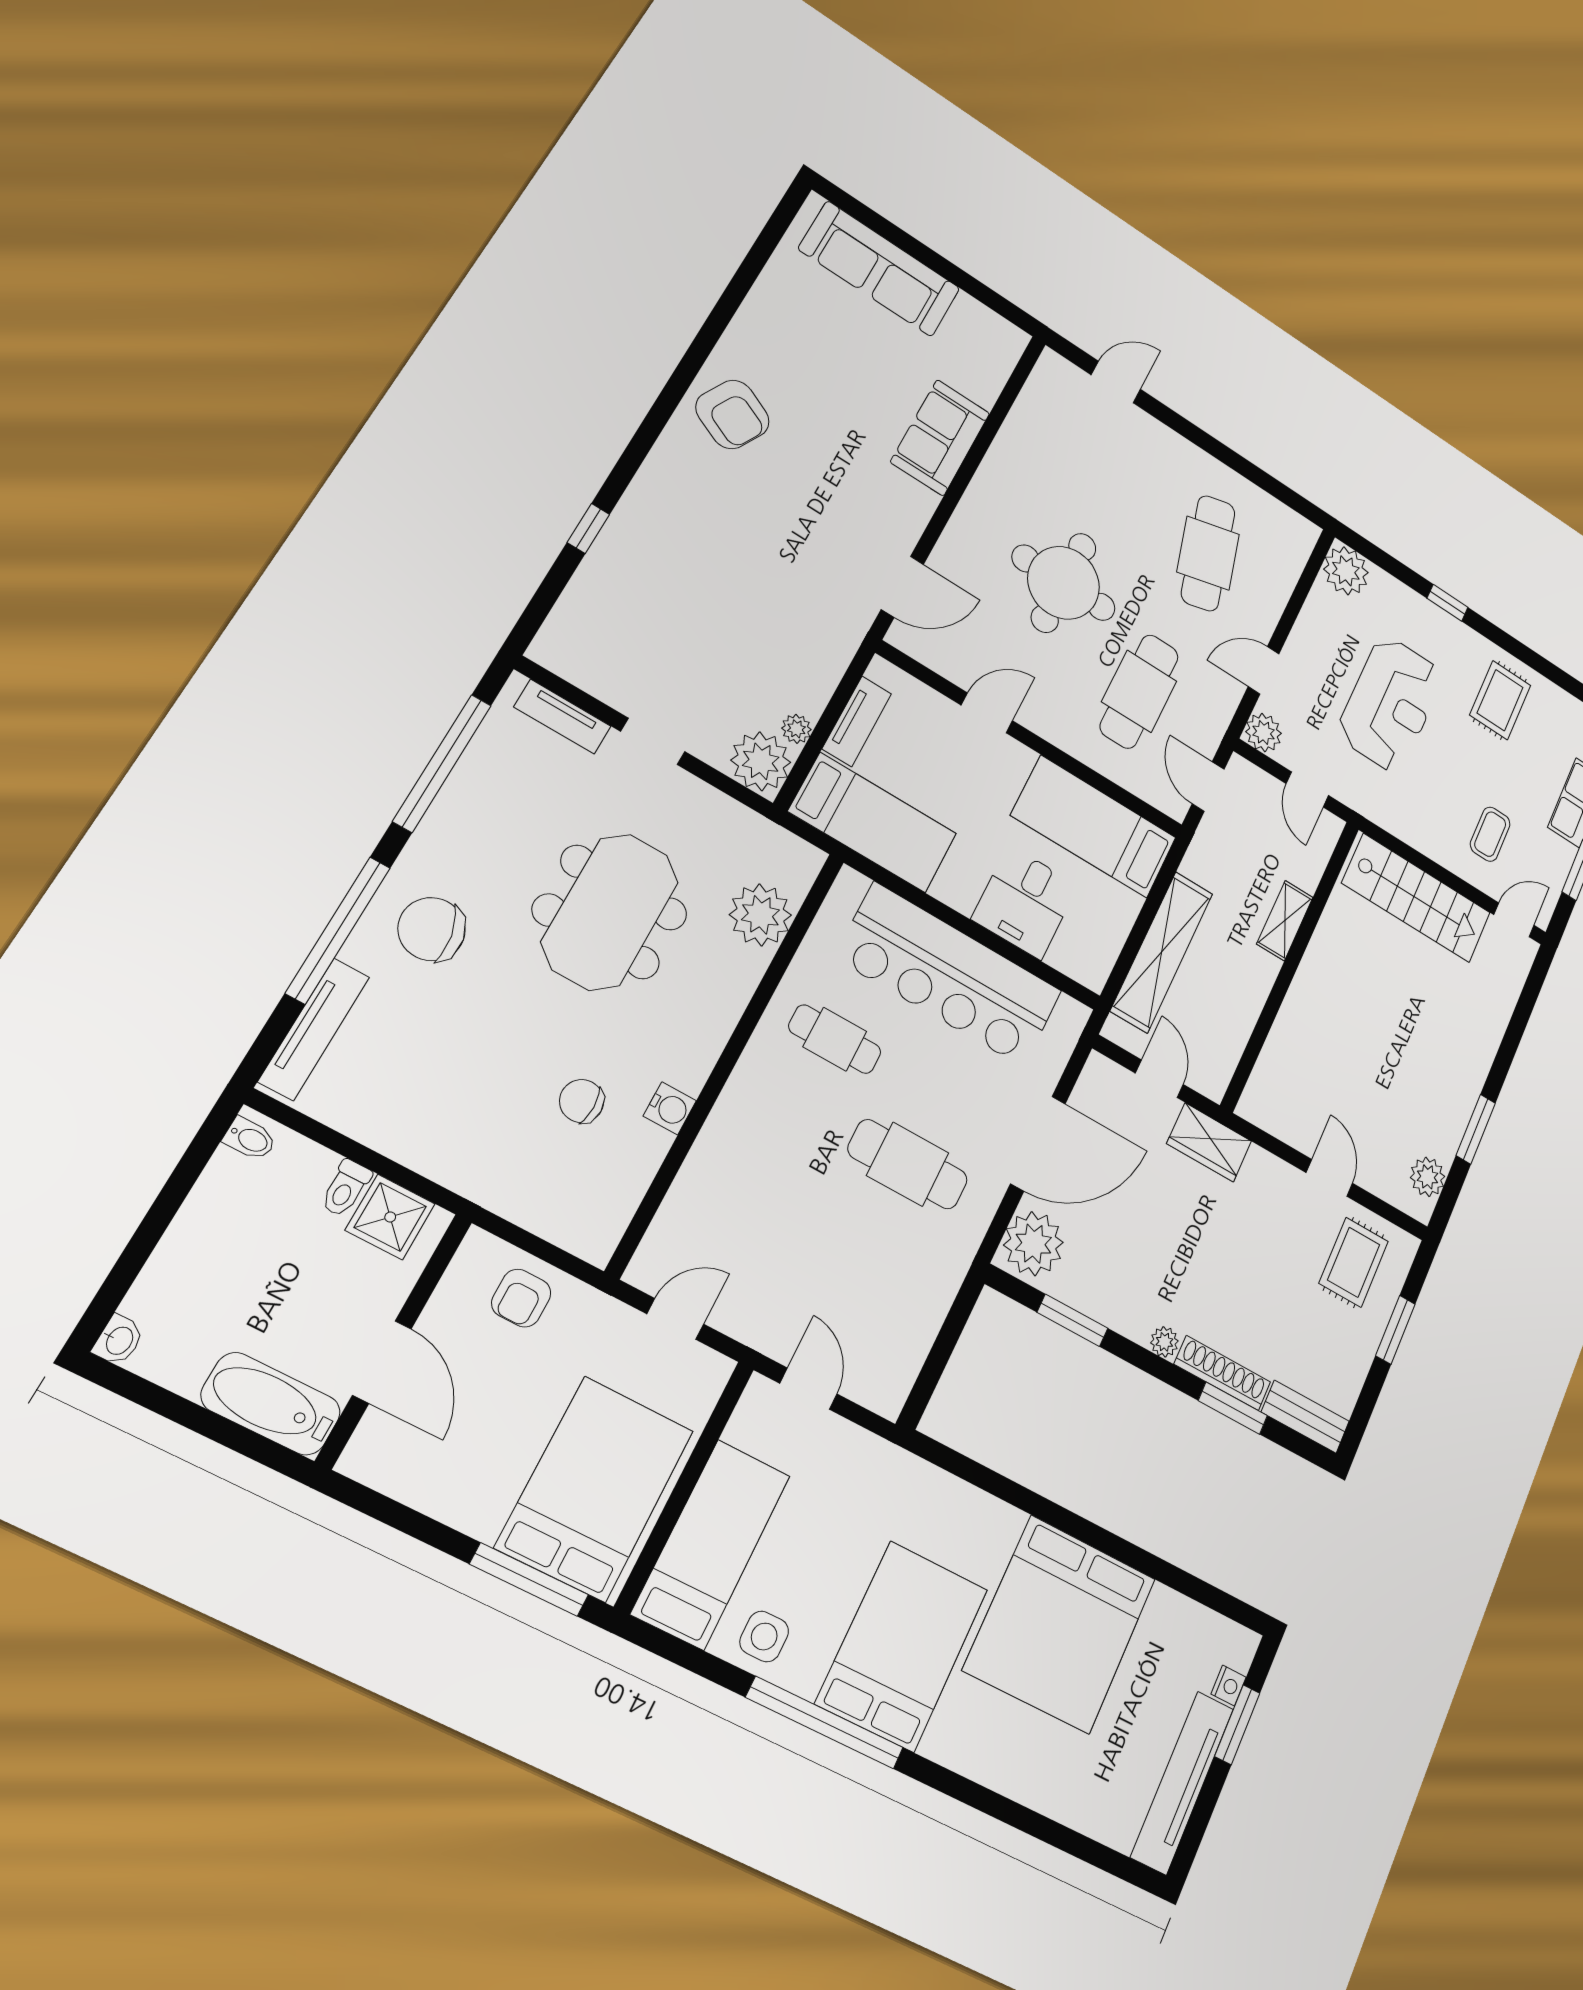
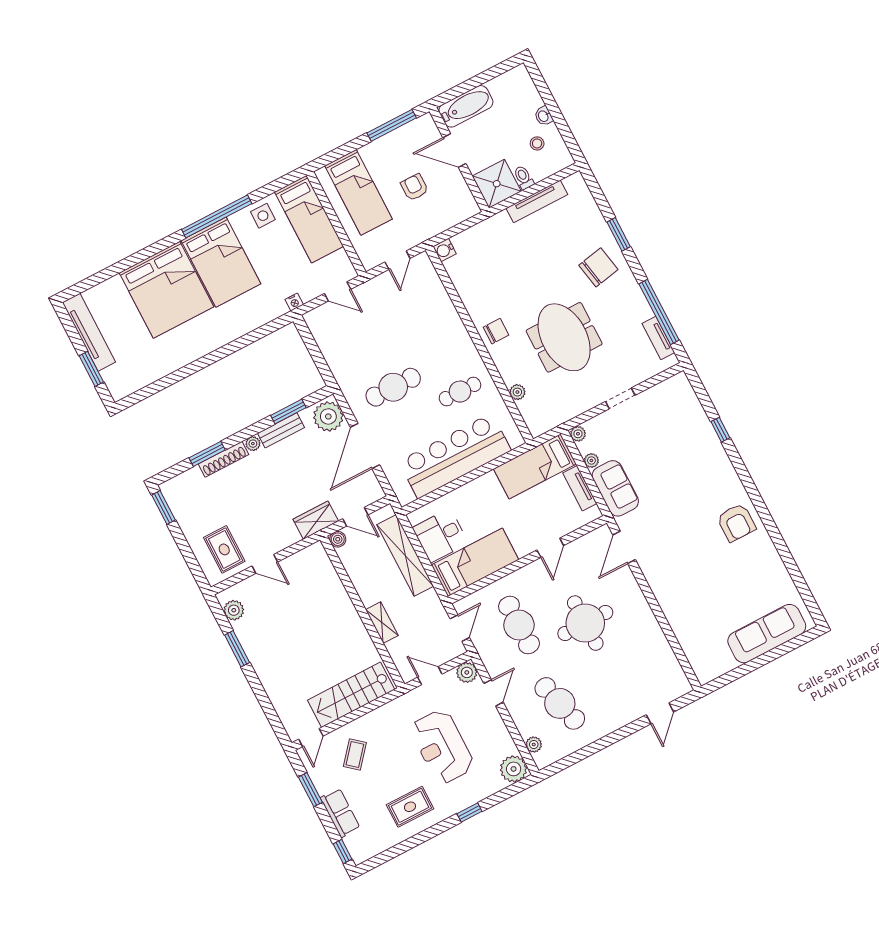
armchair: (732, 414) -> (736, 523), turned -116
sofa: (940, 438) -> (615, 488), moved
plant: (1292, 560) -> (534, 744), added
rug: (1500, 700) -> (410, 807), turned 90
tv unit: (563, 717) -> (658, 338), moved, turned -90
plant: (761, 761) -> (578, 434), width x0.53, depth x0.53
door: (1208, 787) -> (460, 628), hinge flipped
coffee table: (1490, 834) -> (355, 754), turned 40
desk: (1025, 902) -> (440, 535), moved, turned -90
plant: (760, 915) -> (517, 392), width x0.53, depth x0.53
window: (338, 930) -> (619, 234), width x0.47
tv unit: (314, 1029) -> (537, 201), moved, turned -90
boiler: (1213, 1083) -> (338, 539), added
chair: (582, 1101) -> (496, 331), moved
water cooler: (670, 1108) -> (445, 250), moved
bidet: (250, 1139) -> (562, 157), removed
stool: (254, 1208) -> (537, 143), added
shower: (390, 1217) -> (497, 184), width x1.36, depth x1.36
armchair: (521, 1298) -> (414, 187), moved
window: (1395, 1330) -> (163, 507), moved
washbasin: (119, 1340) -> (544, 116), moved
bench: (1305, 1417) -> (281, 430), moved
bed: (595, 1489) -> (359, 192), width x0.67
window: (529, 1579) -> (392, 125), moved
bed: (1060, 1624) -> (166, 290), moved, turned 180
nightstand: (1229, 1686) -> (294, 302), moved, turned -90

